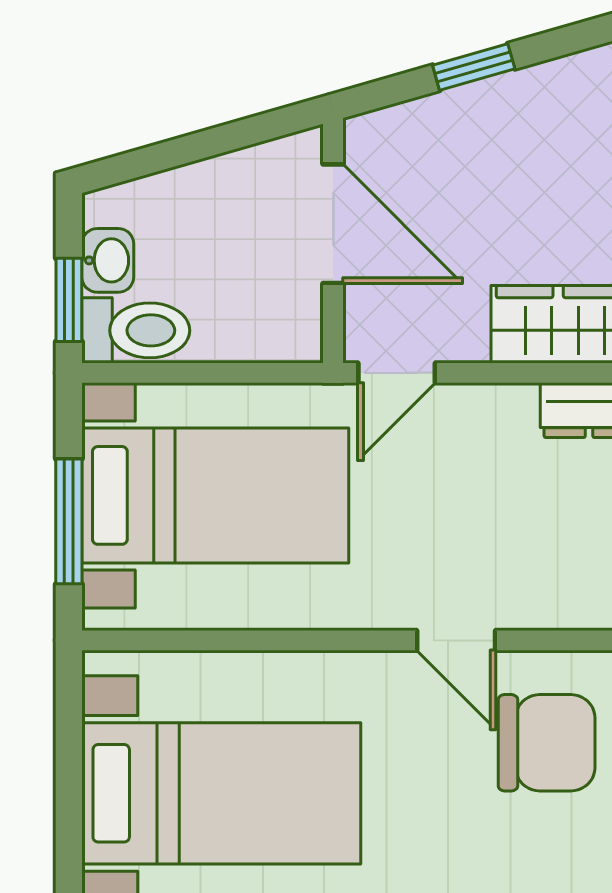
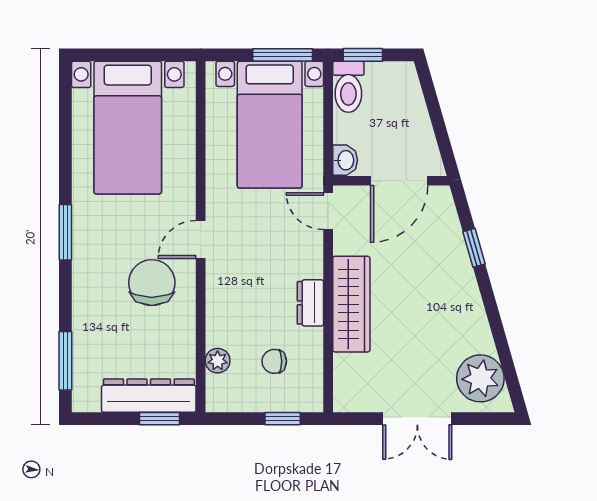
washbasin: (108, 260) -> (345, 160), moved, turned -90
window: (69, 521) -> (283, 55), moved
chair: (547, 743) -> (152, 283), turned 180

